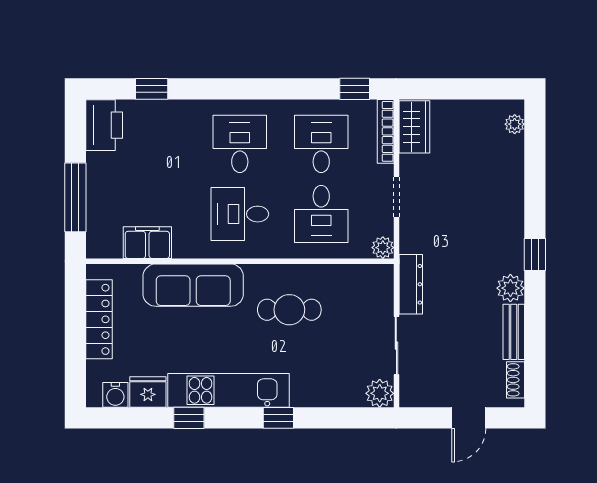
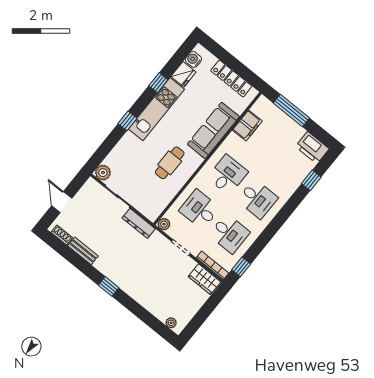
plant: (510, 288) -> (103, 265), removed

